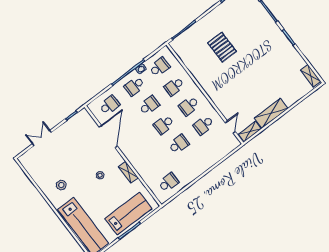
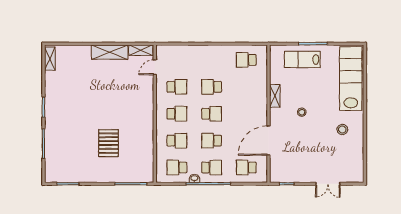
lab bench: (128, 213) -> (302, 60), width x0.73, depth x0.72

